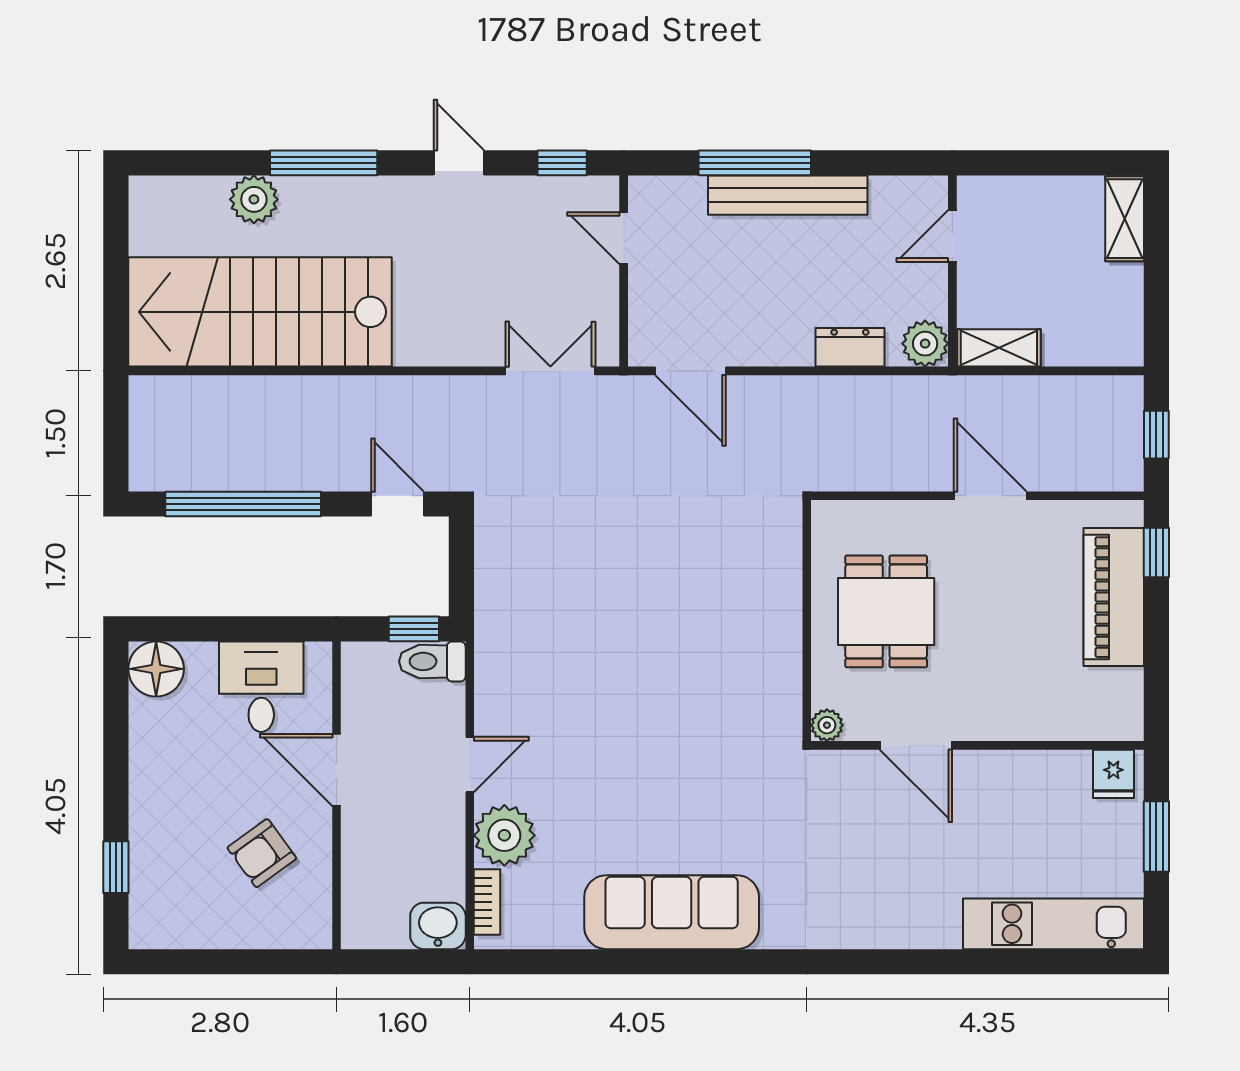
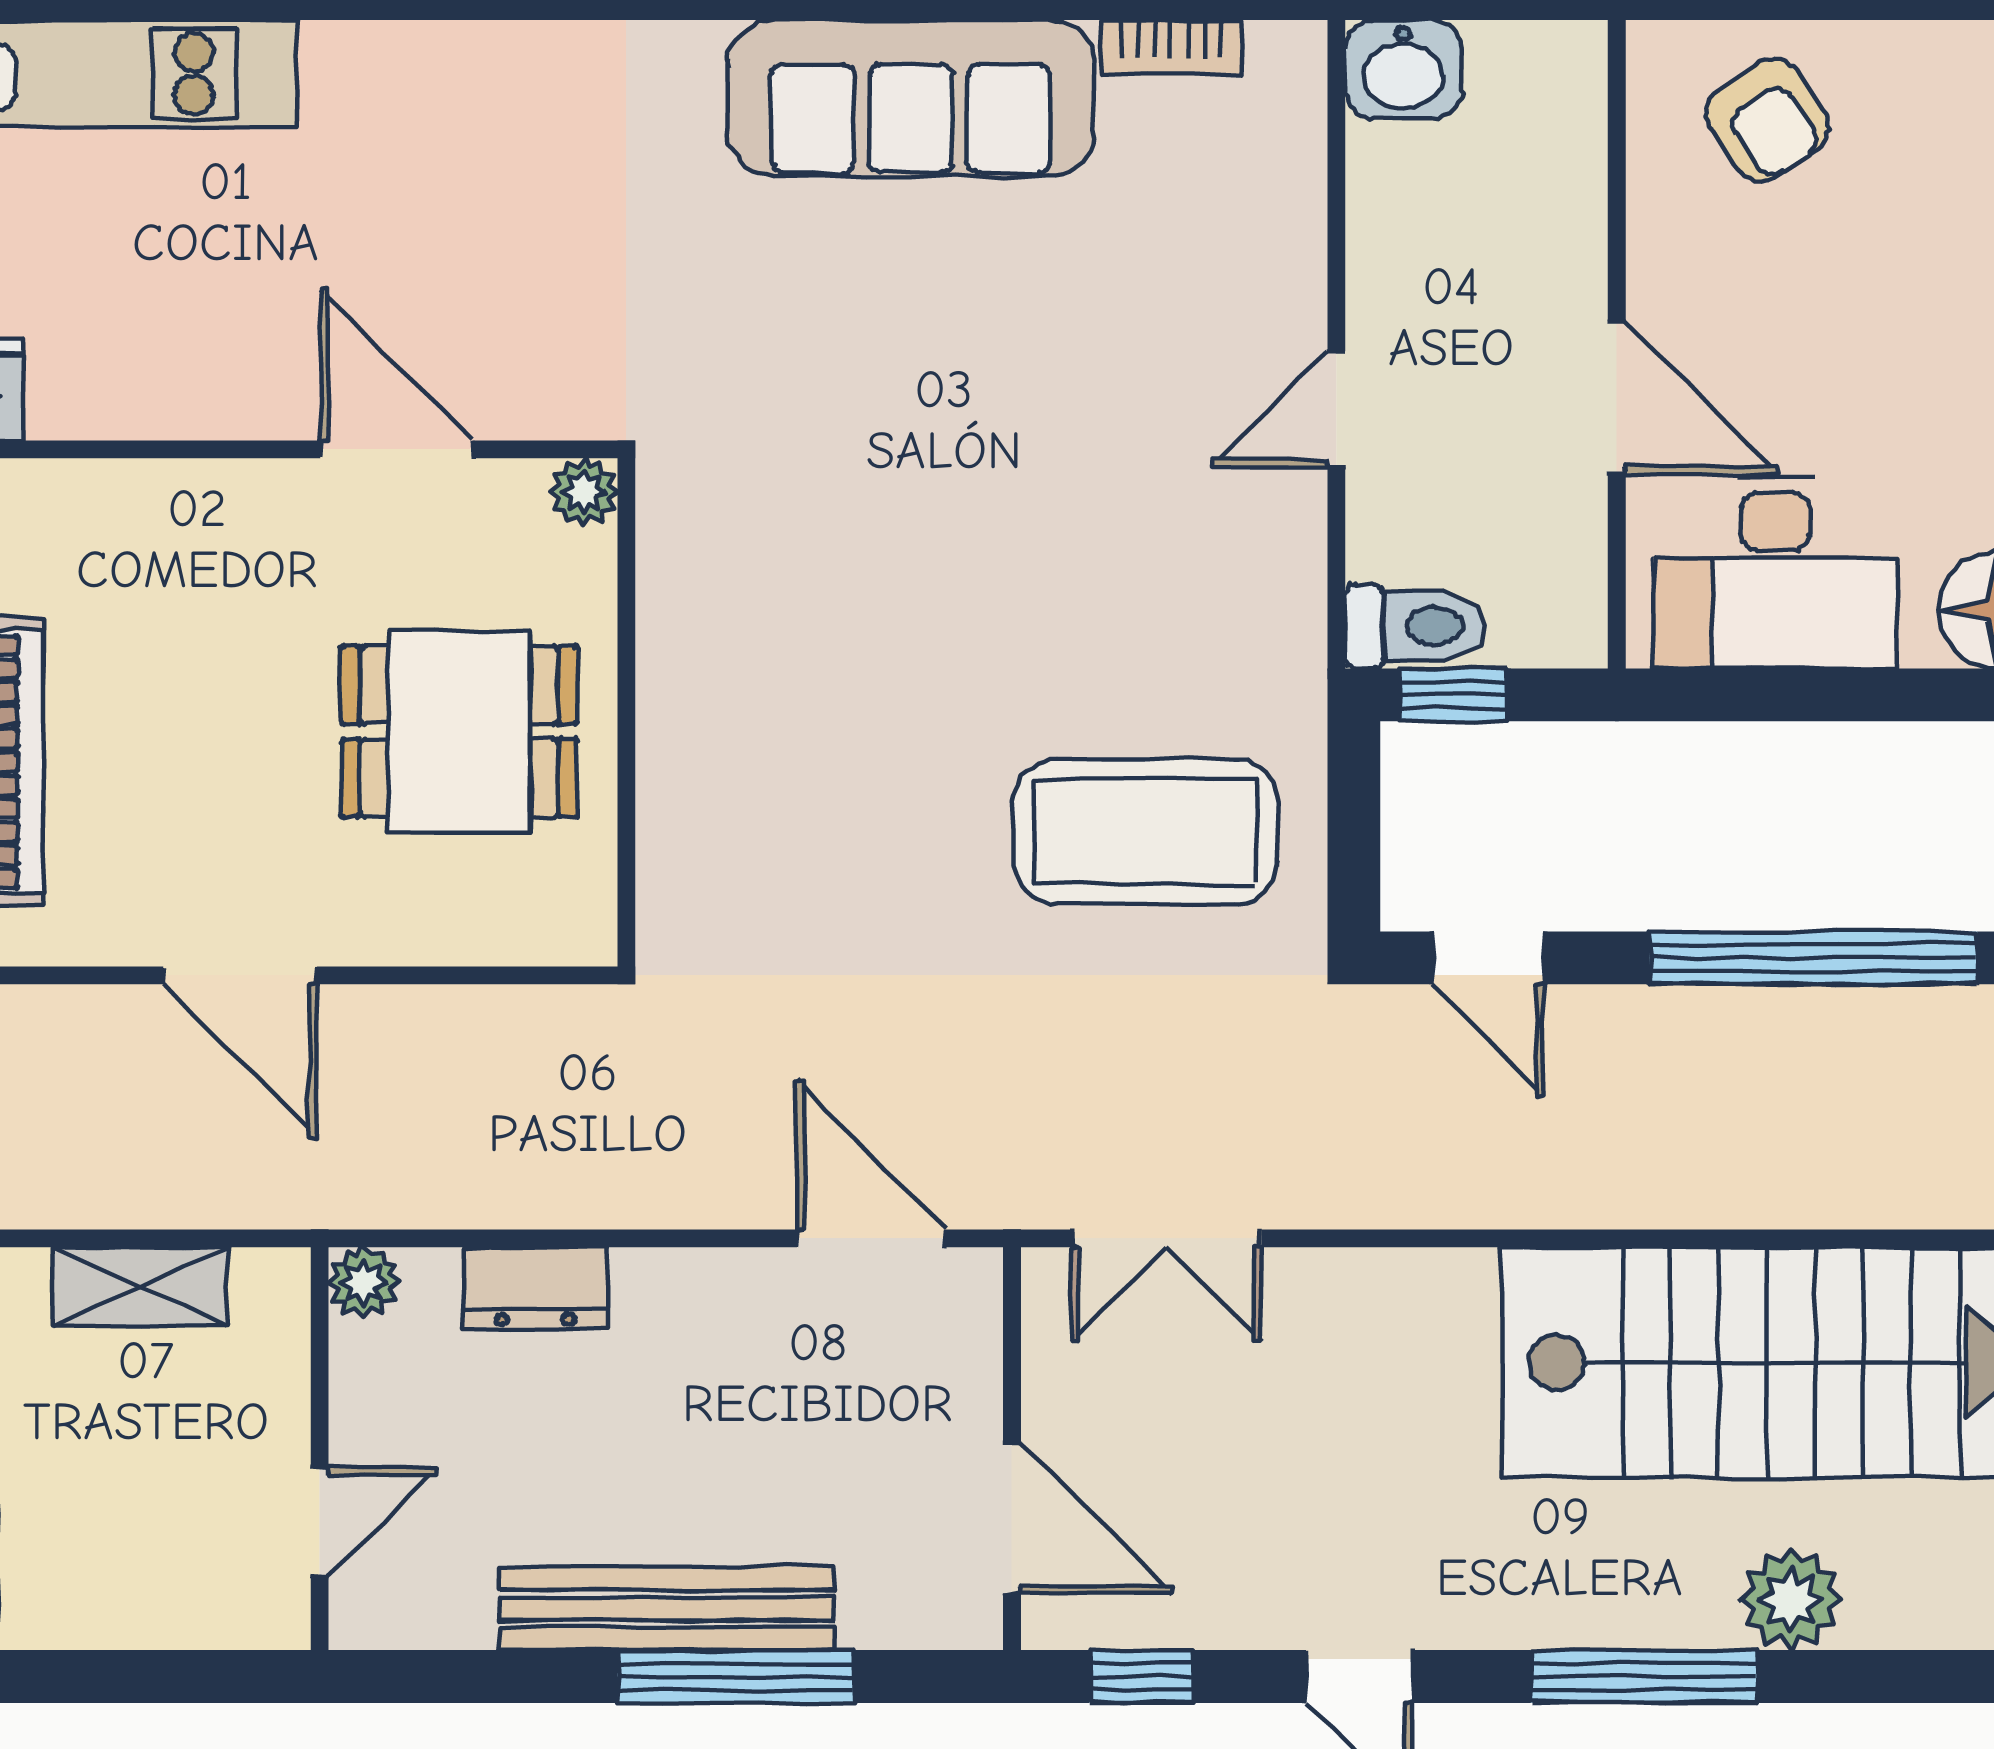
door: (624, 238) -> (1012, 1518), width x1.38
plant: (925, 344) -> (364, 1282), width x0.73, depth x0.73
shelving: (999, 348) -> (140, 1286), moved
coffee table: (560, 564) -> (1146, 831), added
dining table: (886, 611) -> (459, 732), turned 90
desk: (261, 687) -> (1775, 573), width x1.37
plant: (504, 835) -> (1263, 260), removed
armchair: (262, 853) -> (1768, 120), moved, turned 93
bookcase: (487, 902) -> (1171, 48), moved, turned -90

